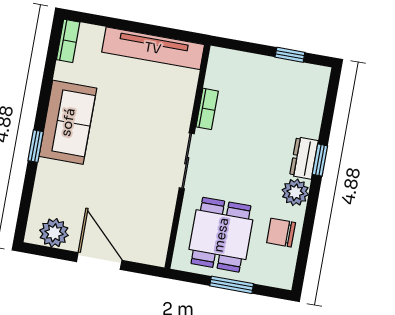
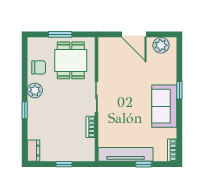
window: (124, 25) -> (143, 164), added
window: (290, 55) -> (64, 164), moved
dresser: (304, 158) -> (33, 151), moved

